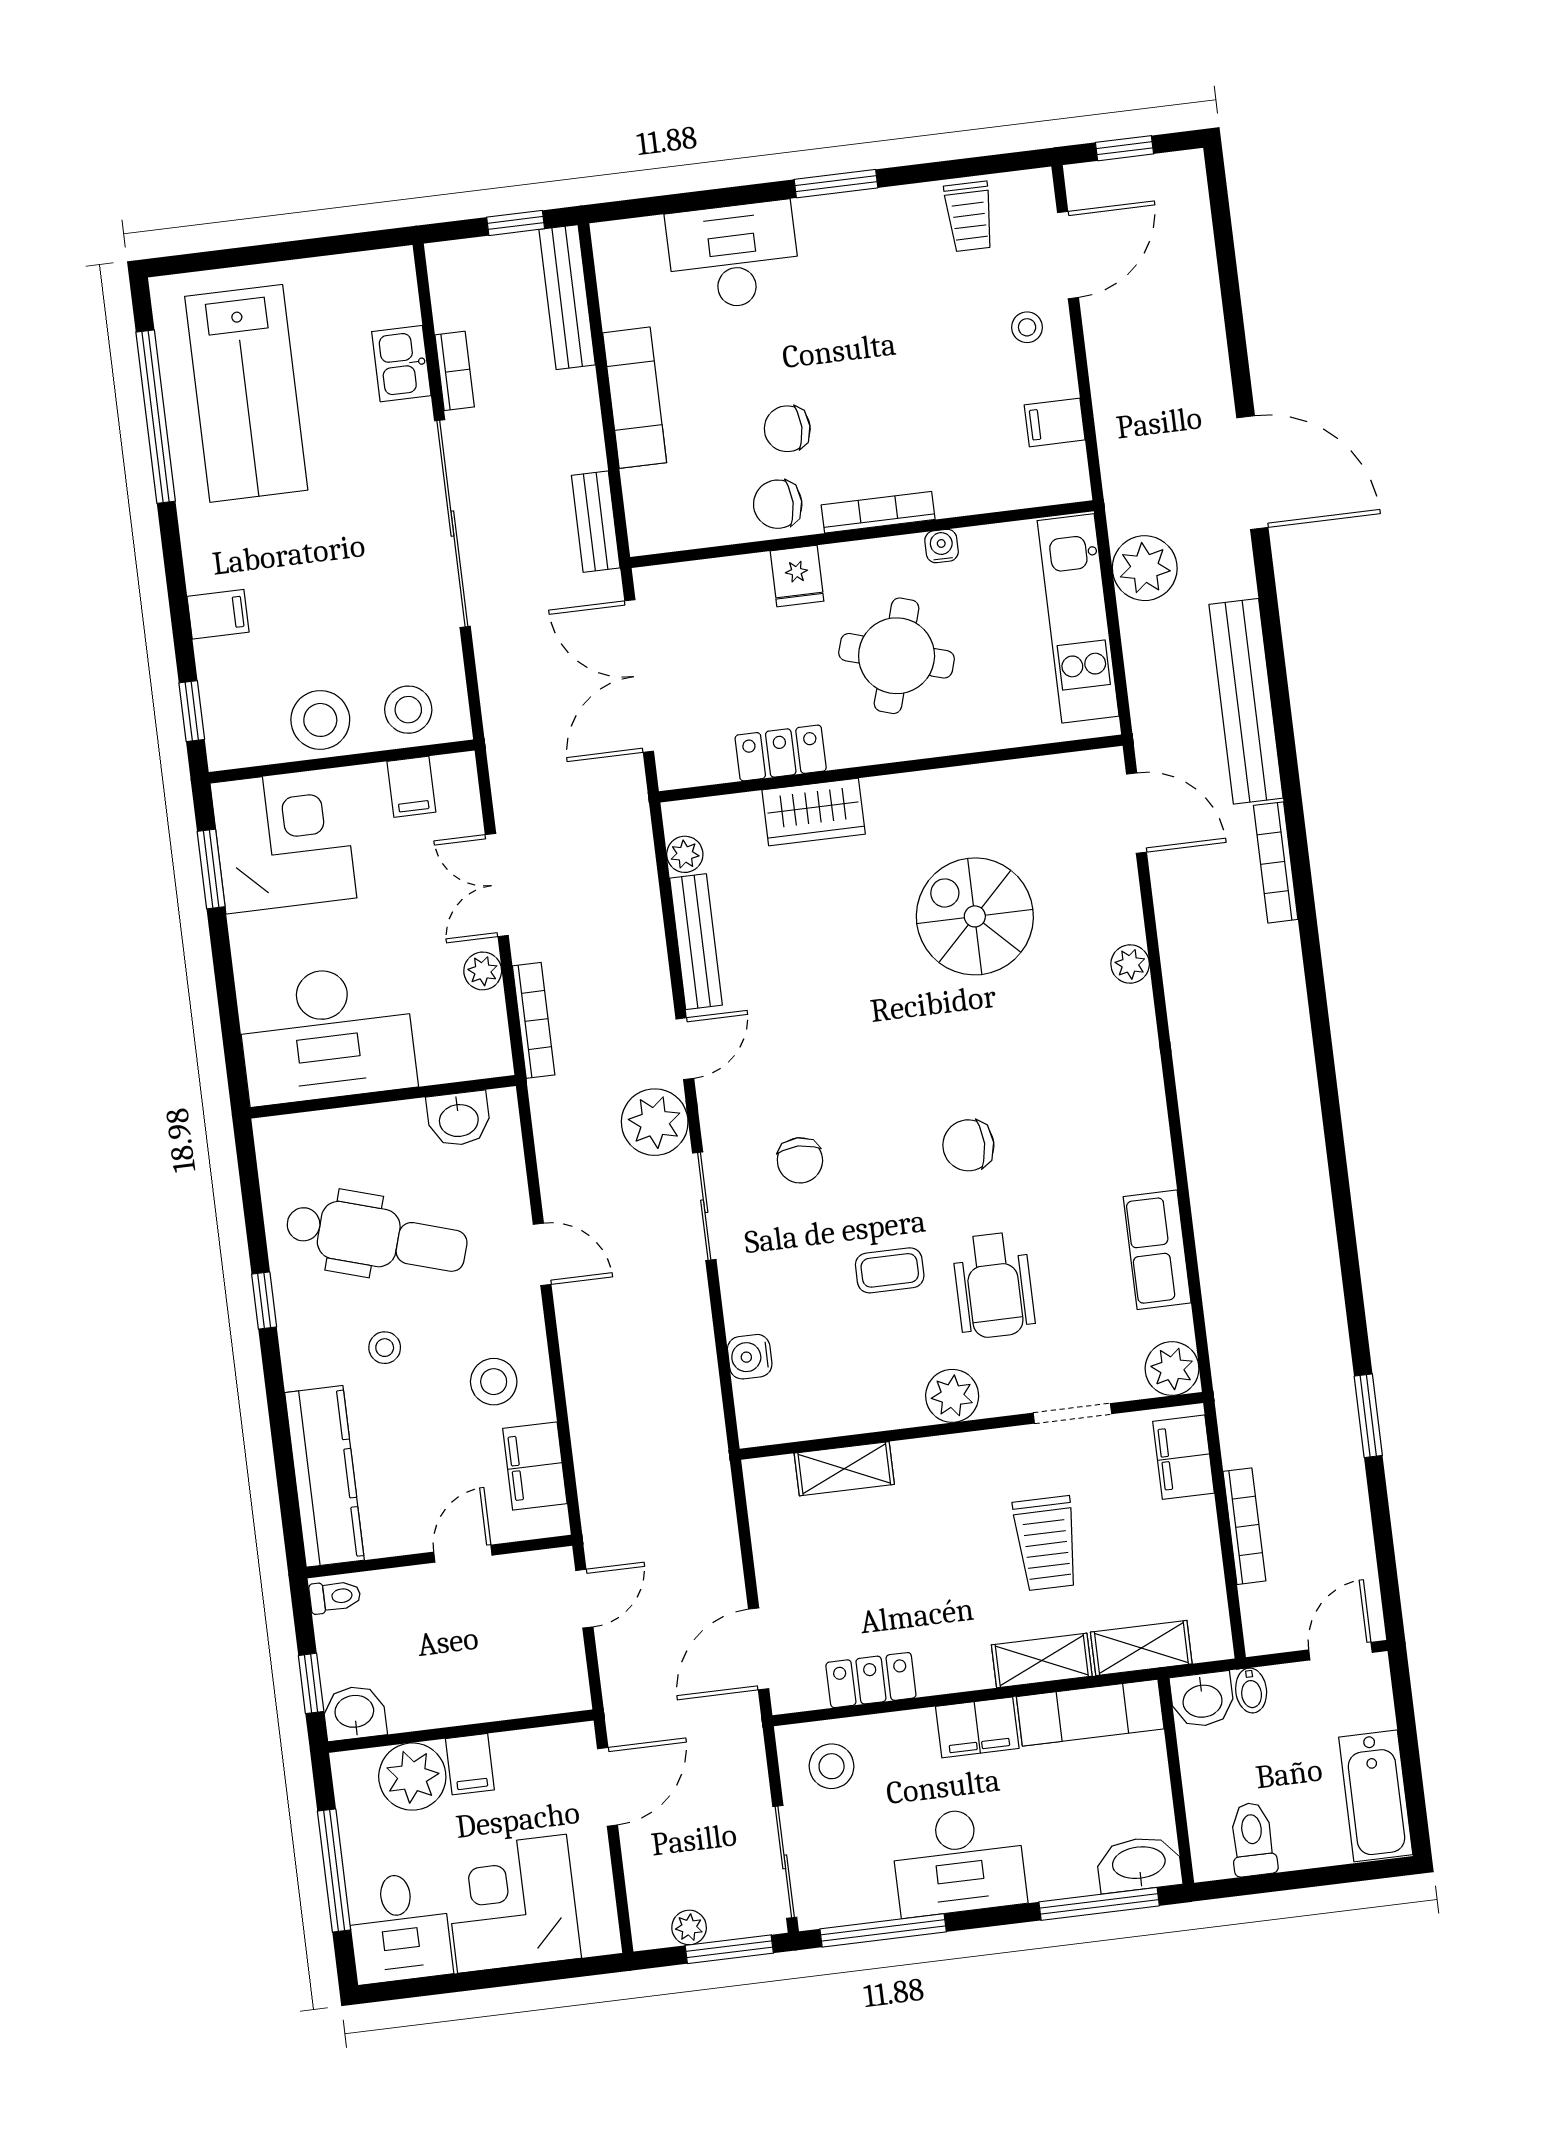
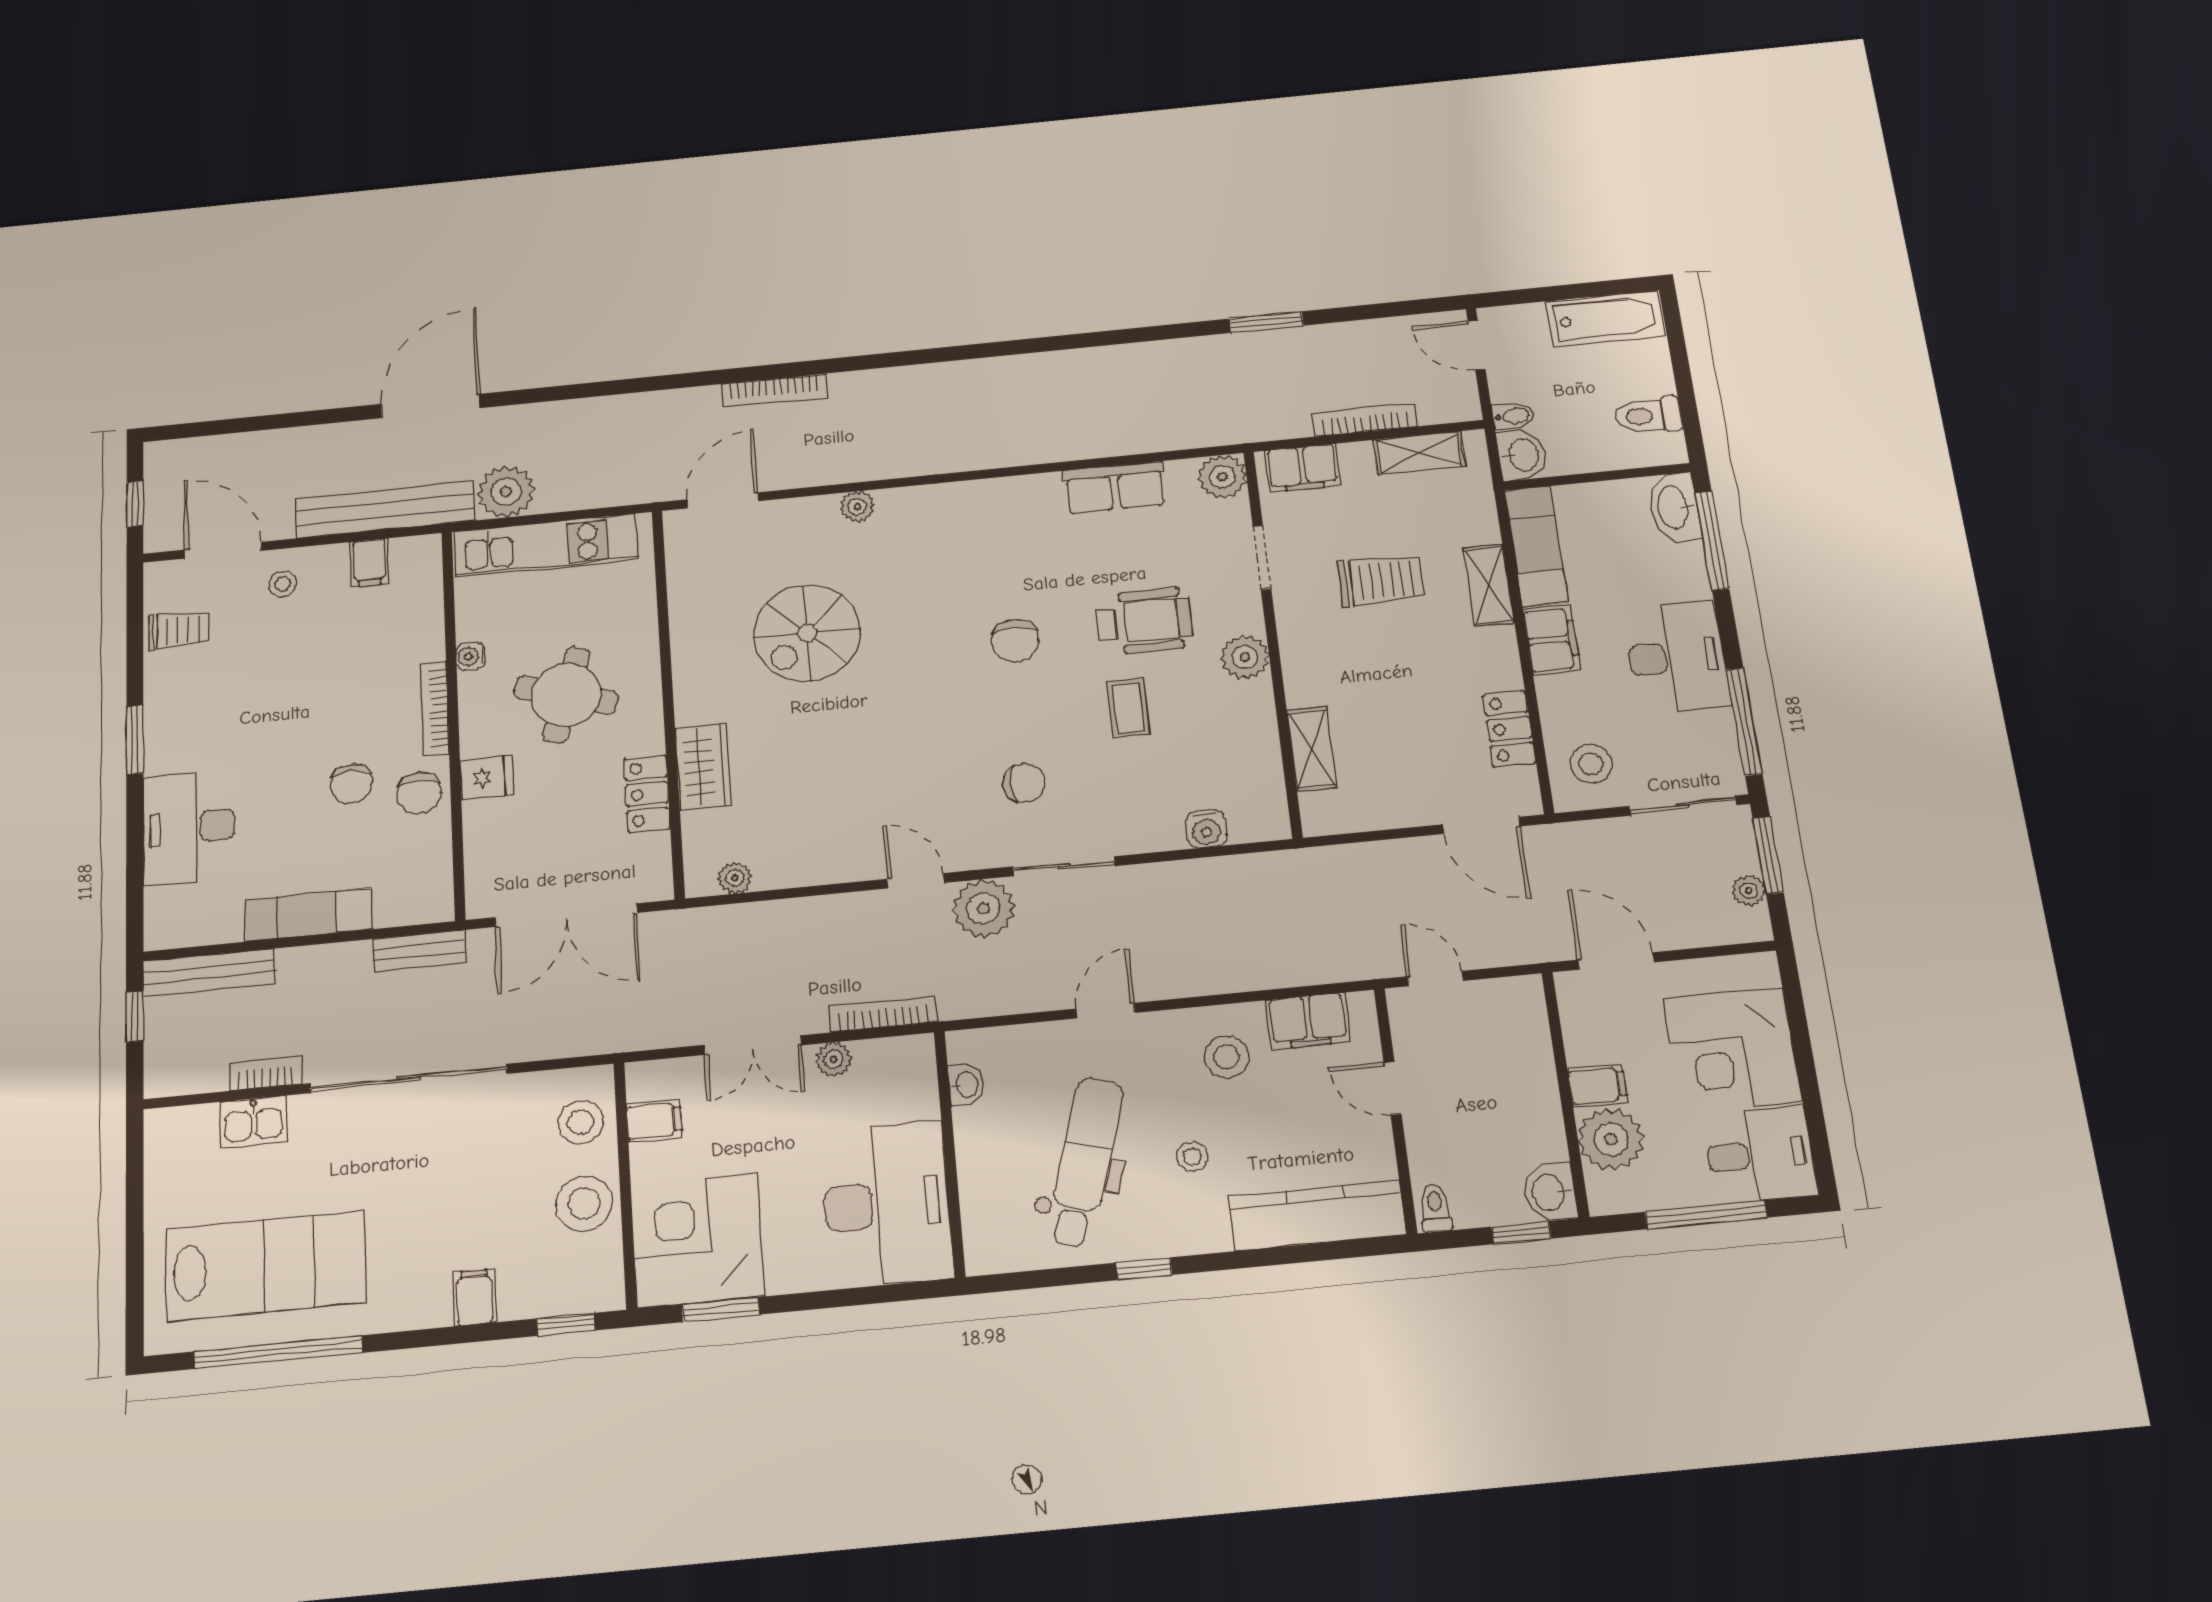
bench: (1246, 701) -> (385, 510), moved
bench: (696, 942) -> (816, 869), removed
washbasin: (459, 1119) -> (966, 1085), width x0.72, depth x0.69
shelving: (1141, 1648) -> (1419, 453), moved, turned 90

